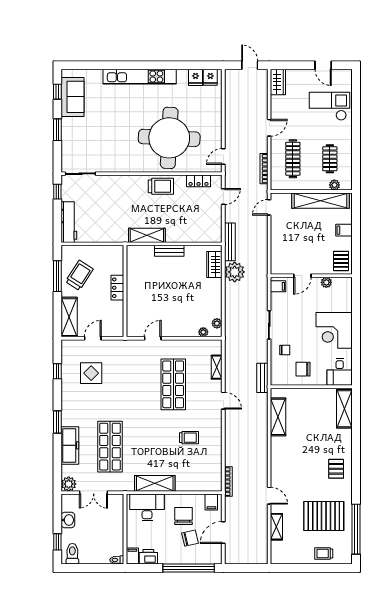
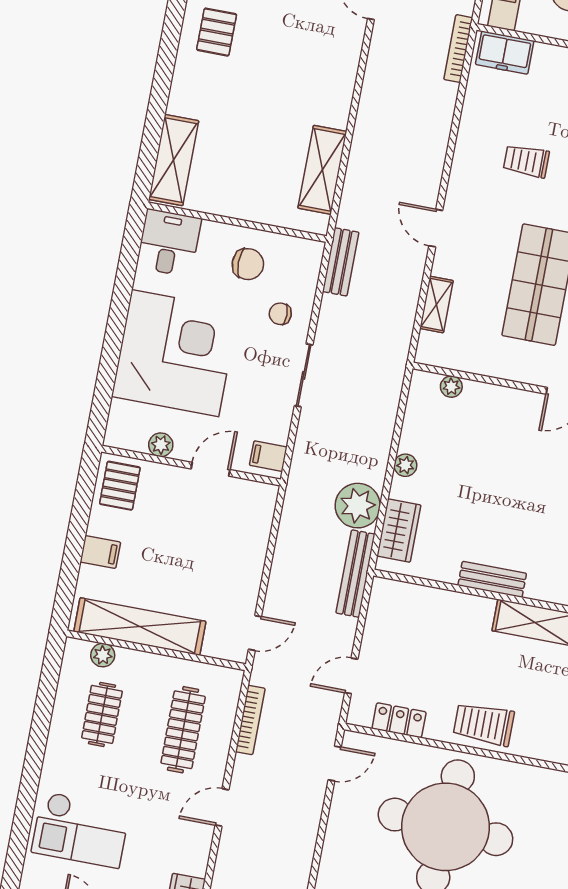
plant: (217, 323) -> (405, 465), moved
corner desk: (334, 330) -> (175, 353), width x1.36, depth x1.36
freezer: (208, 484) -> (505, 53), added

